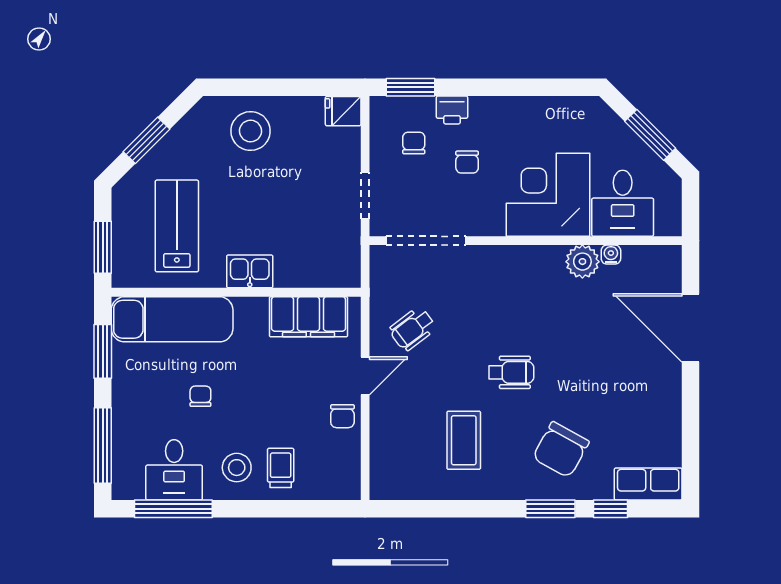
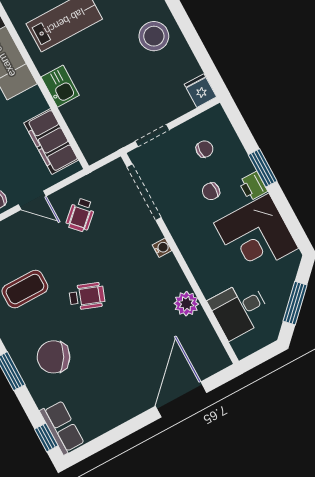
window: (410, 87) -> (263, 168), moved
printer: (452, 110) -> (253, 186), moved
corner desk: (548, 195) -> (256, 236), moved, turned 180
water cooler: (611, 255) -> (162, 248), moved
wheelchair: (412, 329) -> (80, 215), turned -96
wheelchair: (511, 372) -> (87, 296), turned -70
window: (611, 509) -> (46, 437), moved

